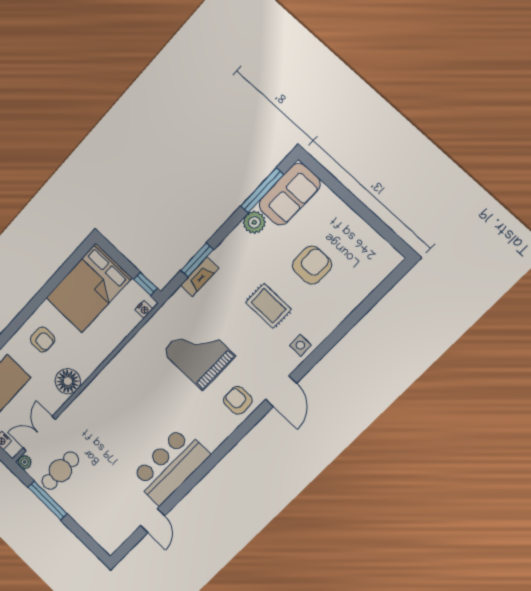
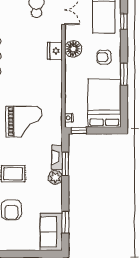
window: (262, 190) -> (65, 222), width x0.69
plant: (254, 222) -> (55, 177), moved
window: (38, 300) -> (124, 74), added
fridge: (90, 399) -> (55, 51), added

